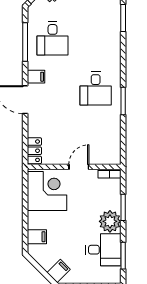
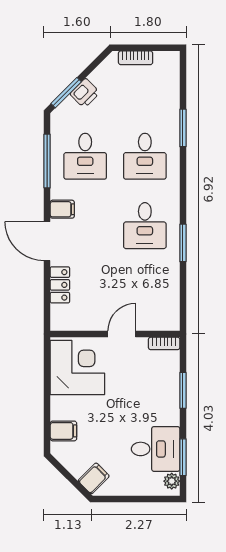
desk: (96, 38) -> (145, 156), added
locker: (34, 151) -> (60, 285), moved
plant: (110, 221) -> (172, 481), moved, width x0.53, depth x0.53

